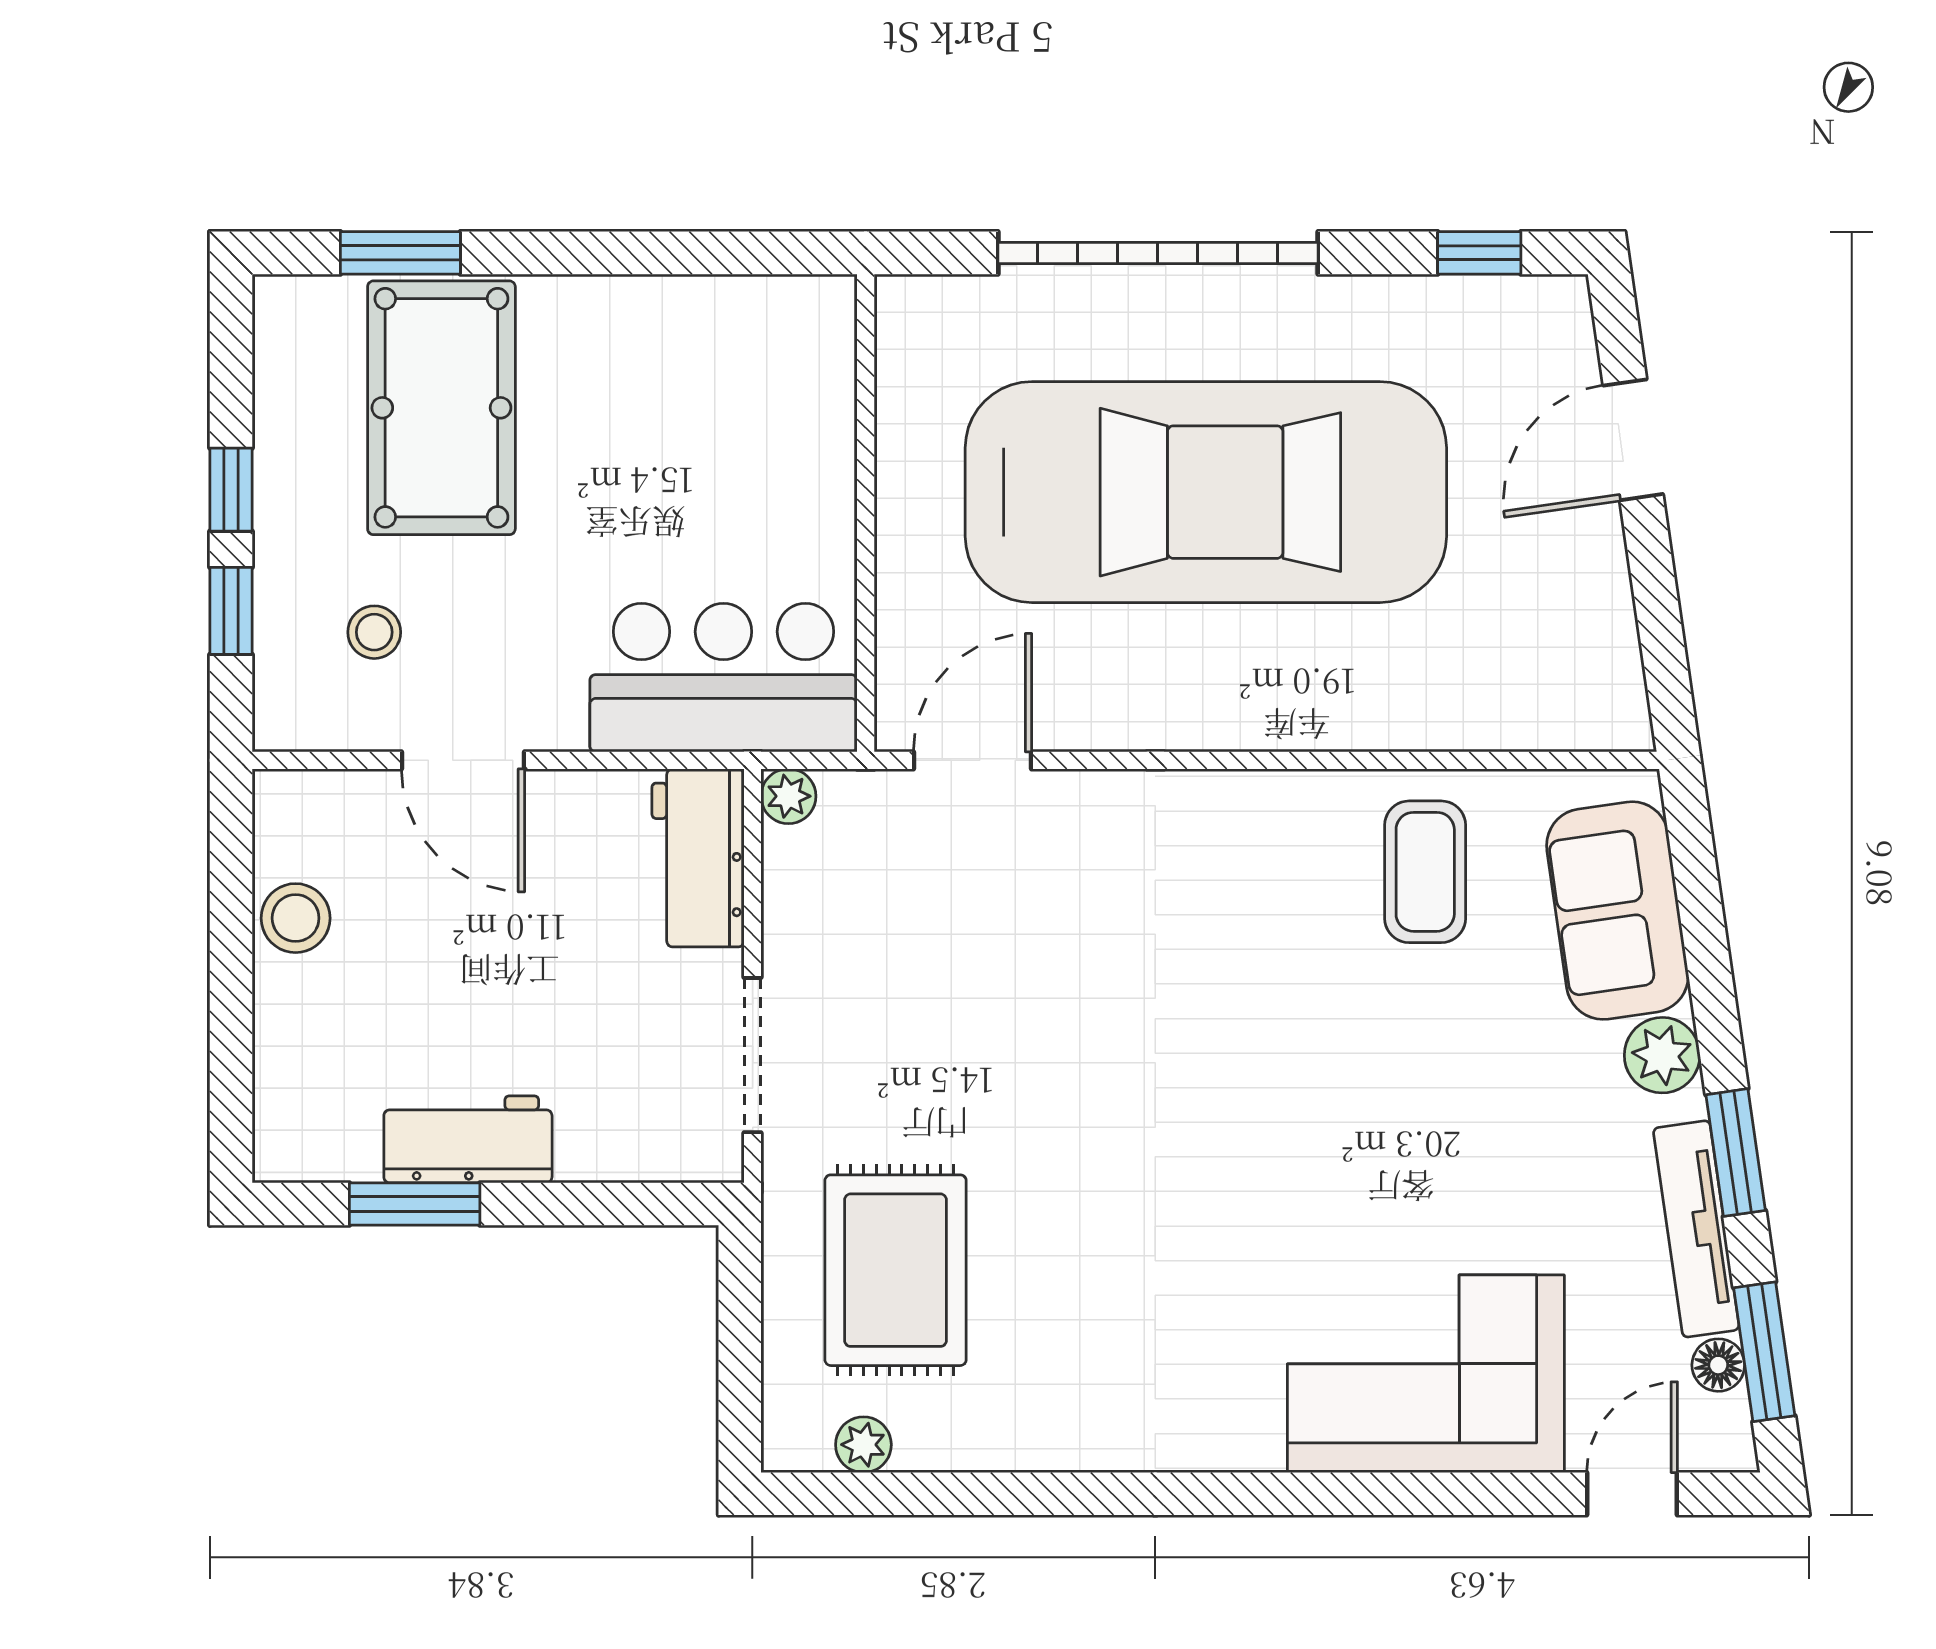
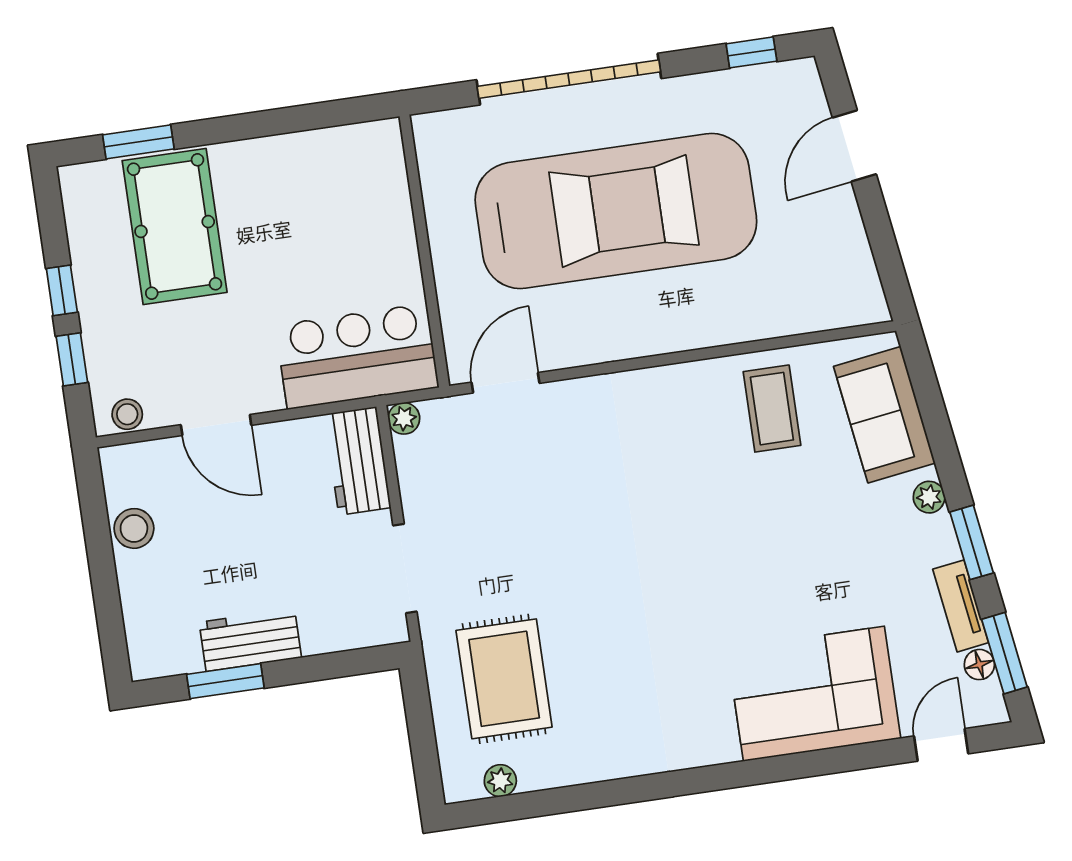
stool: (374, 632) -> (127, 414), moved
plant: (1662, 1055) -> (929, 497), width x0.73, depth x0.73
tv unit: (1696, 1229) -> (961, 606), width x0.71

